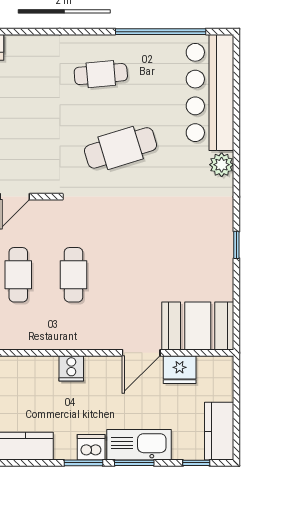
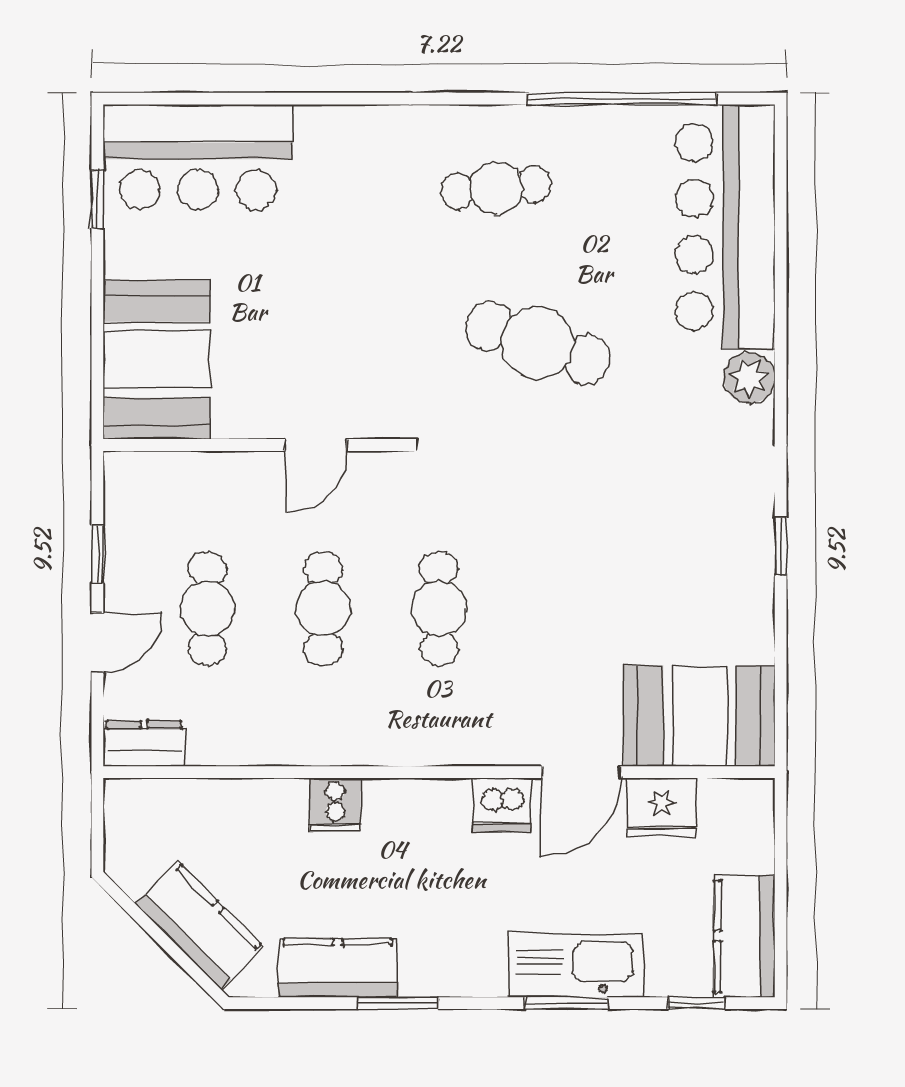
cafe table: (121, 148) -> (537, 343), turned 36
cooker: (71, 368) -> (335, 805), moved
dishwasher: (91, 447) -> (502, 805), moved, turned 180
window: (83, 463) -> (398, 1003), moved

